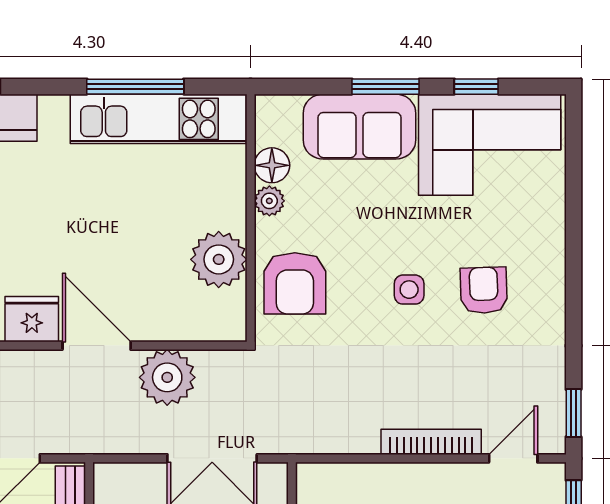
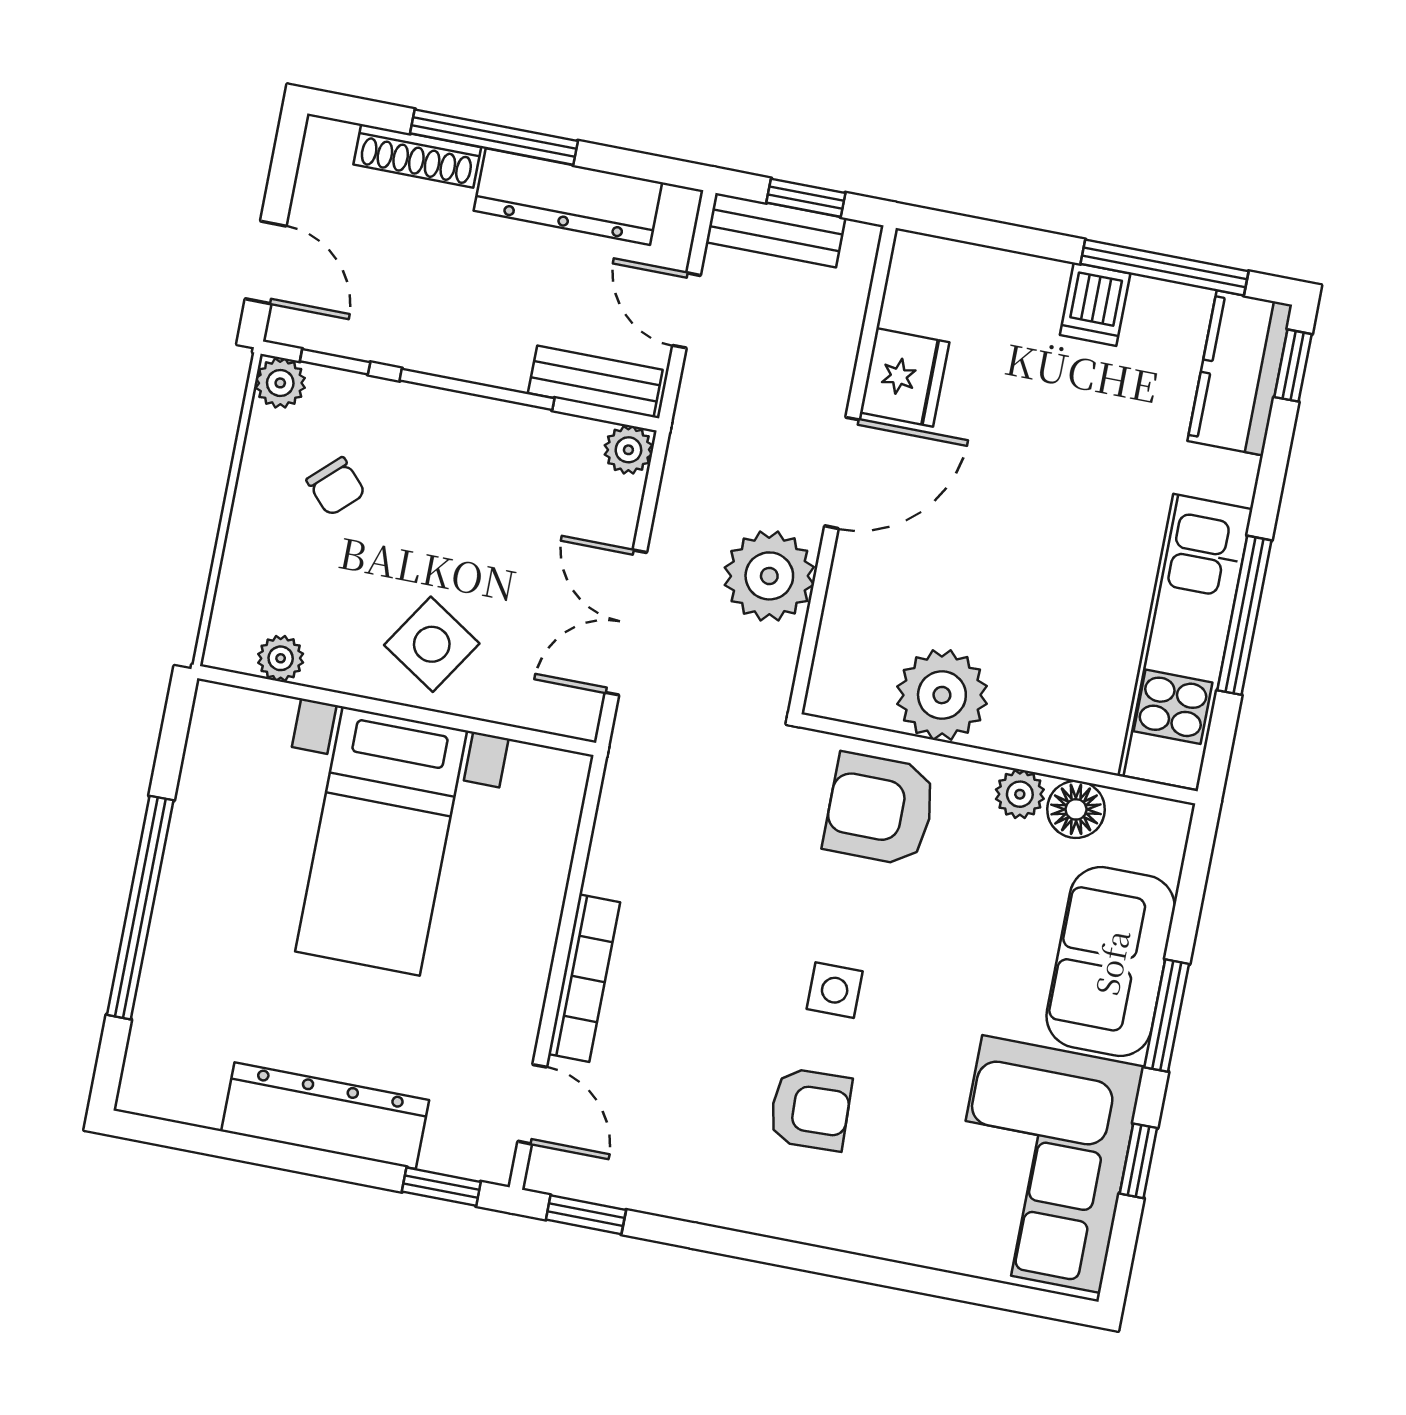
plant: (108, 477) -> (628, 450), added

